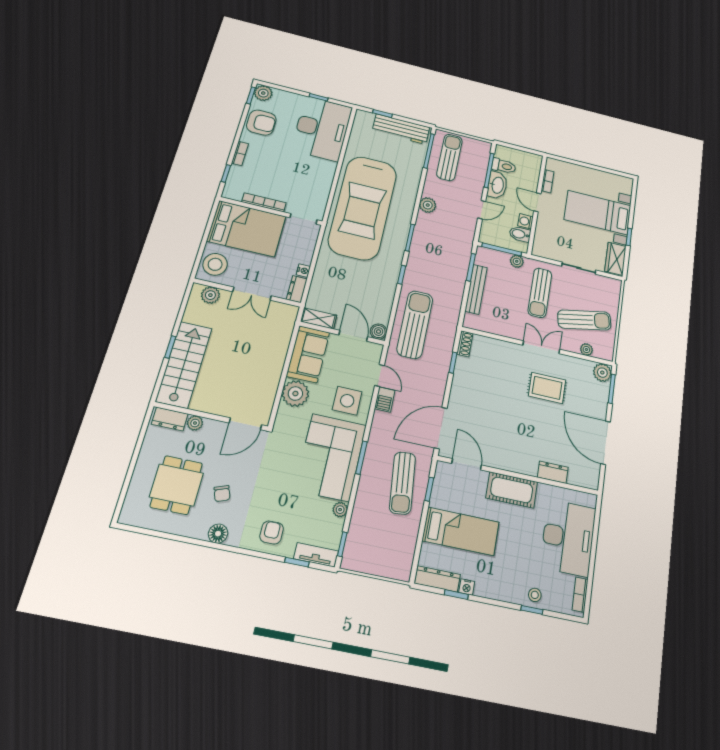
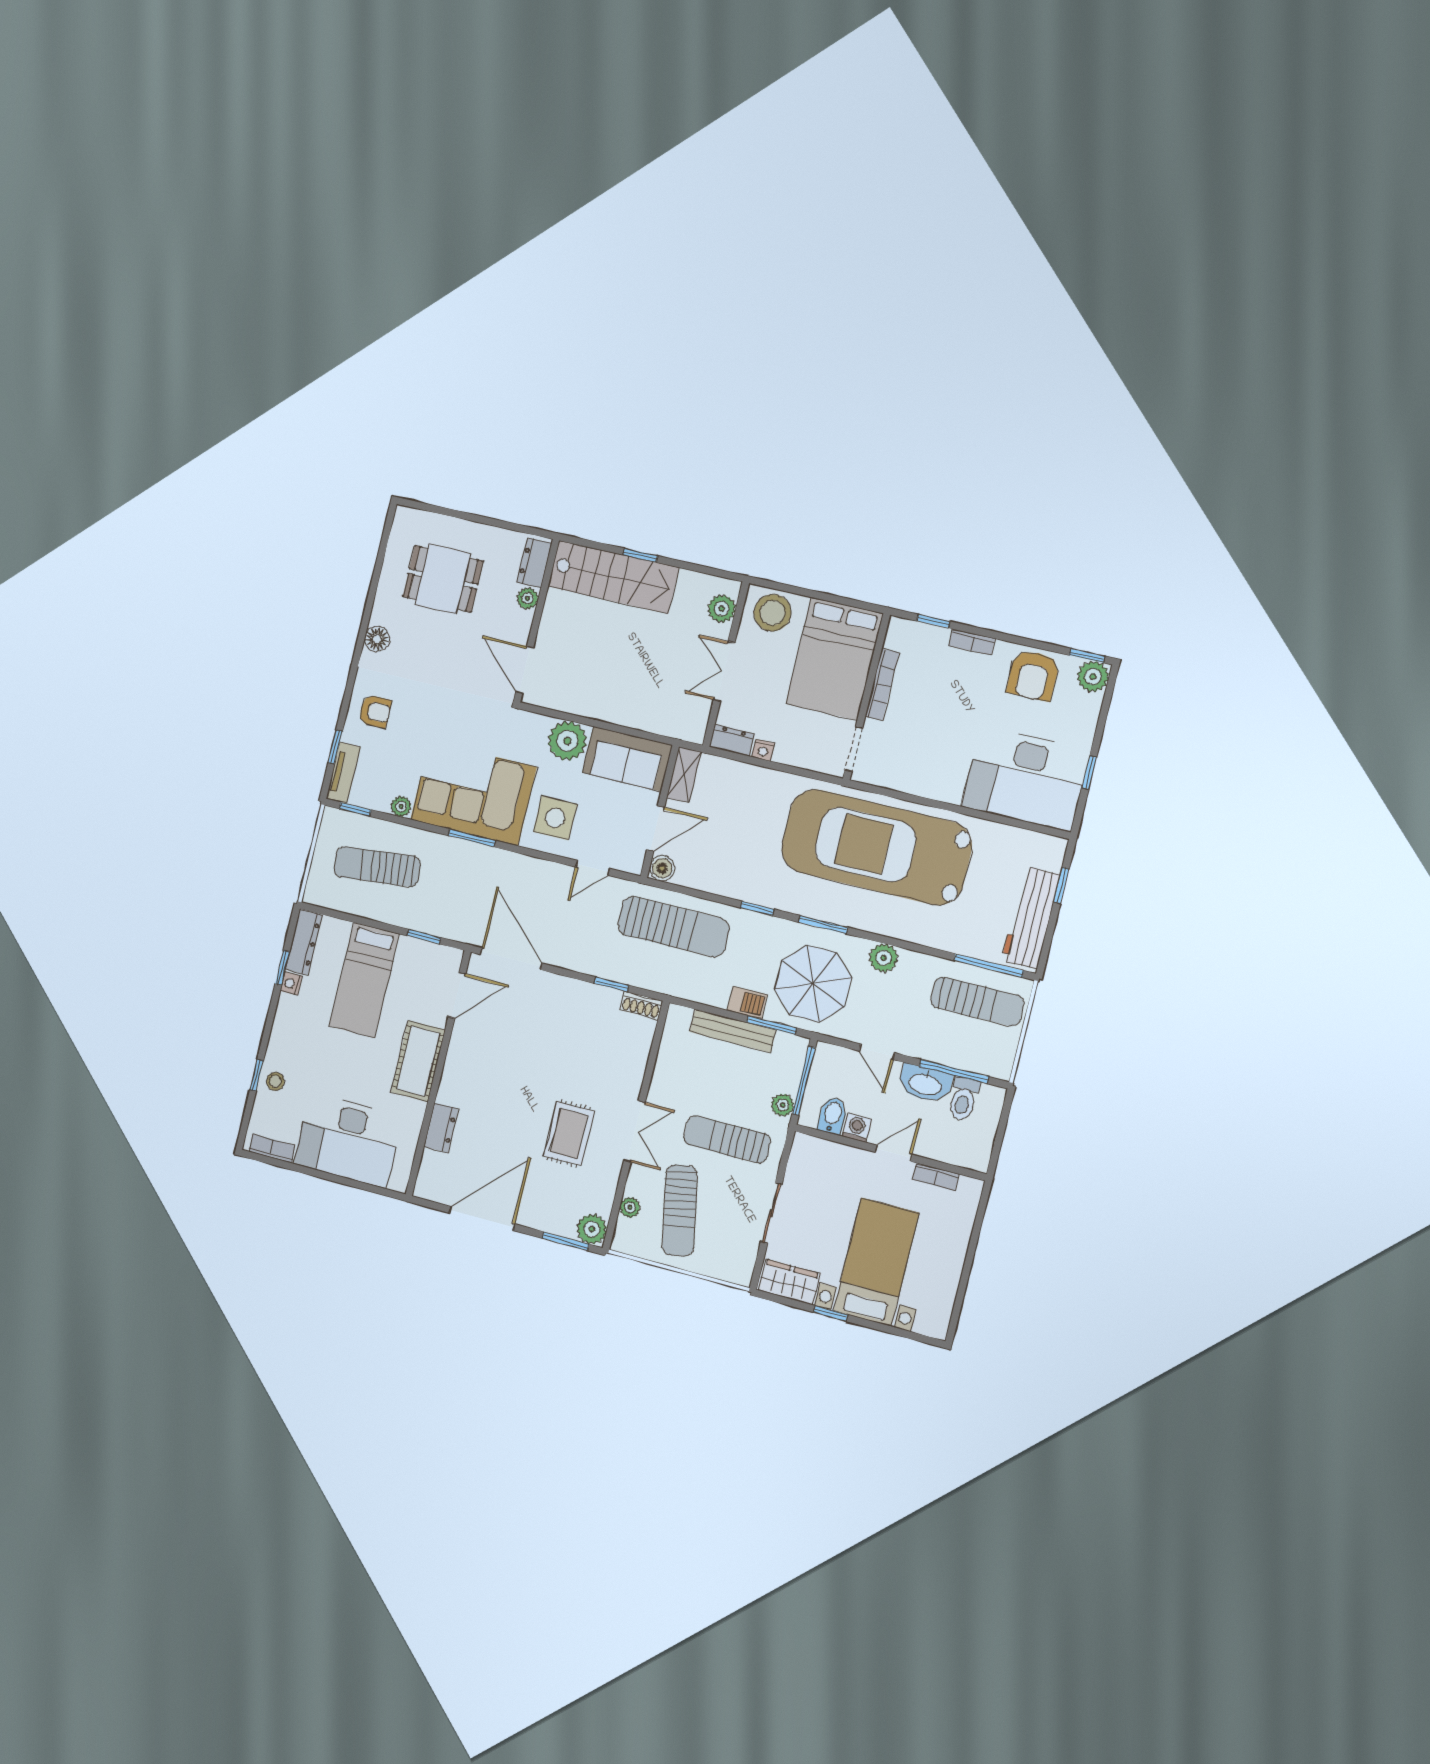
parasol: (445, 244) -> (813, 984), added
barbecue: (385, 400) -> (747, 1003), moved, turned 180
sun lounger: (402, 483) -> (377, 867), moved
chair: (222, 494) -> (429, 641), removed

